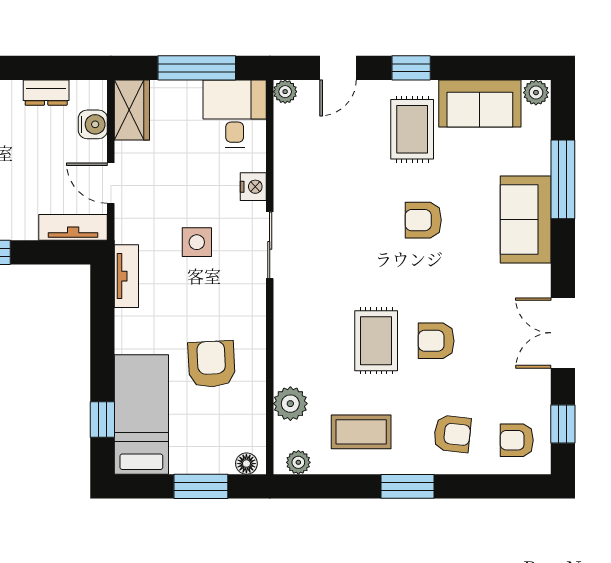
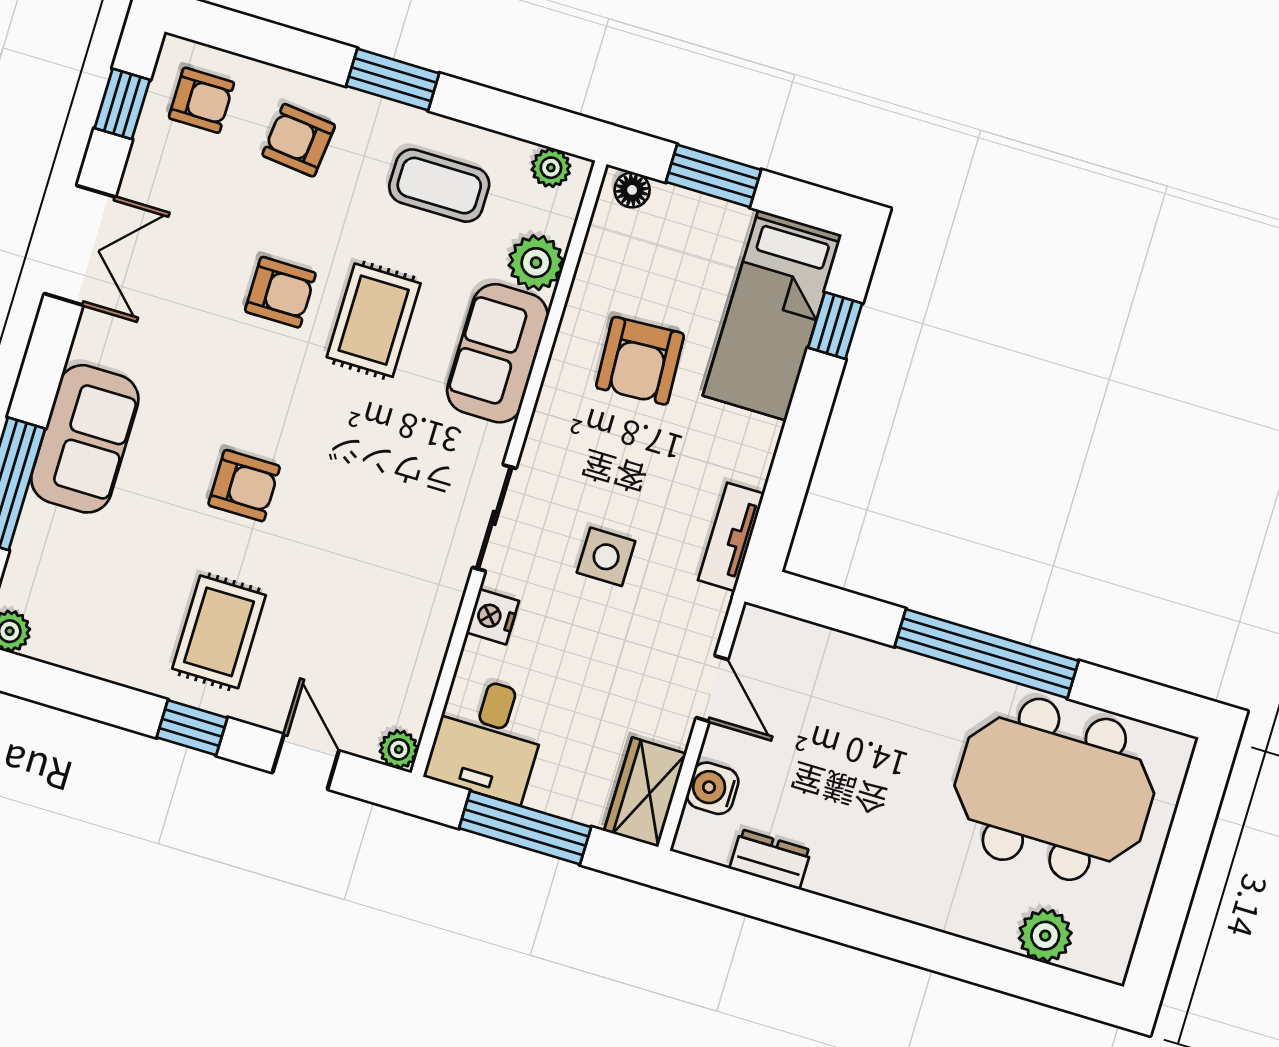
door: (338, 68) -> (306, 762), hinge flipped
sofa: (480, 104) -> (497, 353), moved, turned -90
tv unit: (73, 227) -> (791, 637), removed

